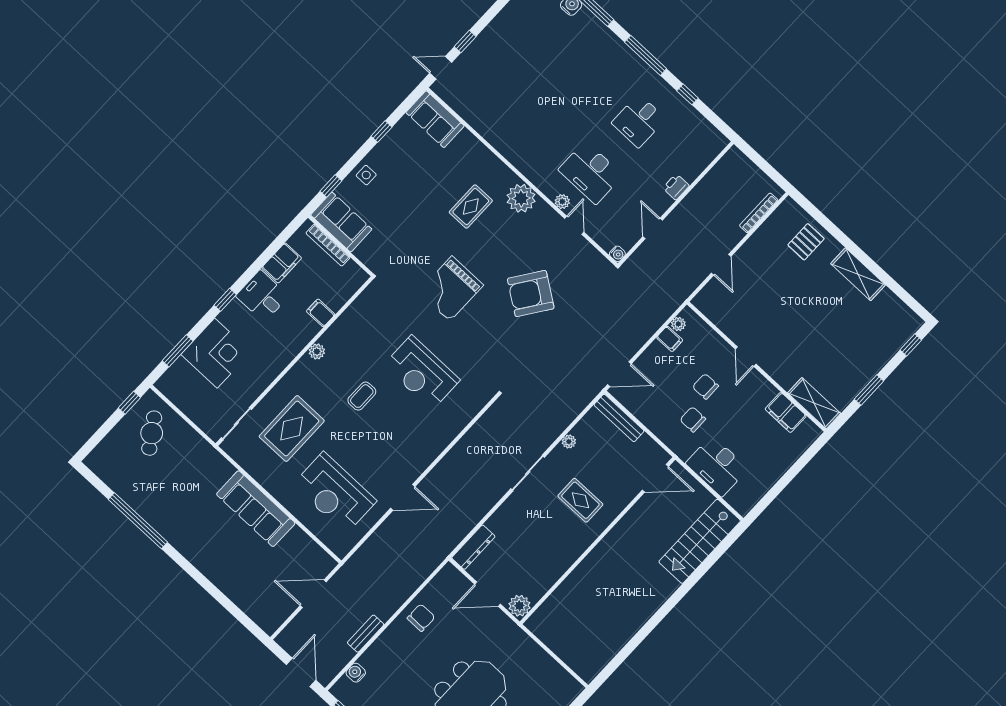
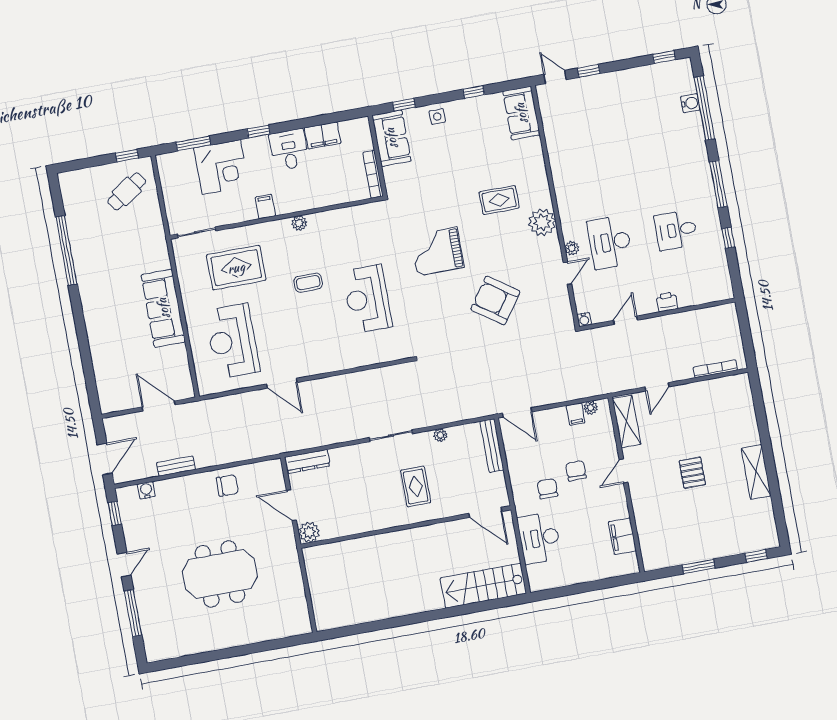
pallet: (806, 242) -> (692, 473), moved, turned 90
bookcase: (328, 245) -> (373, 174), moved
filing cabinet: (321, 313) -> (265, 207), moved
shelving: (814, 403) -> (627, 421), moved

